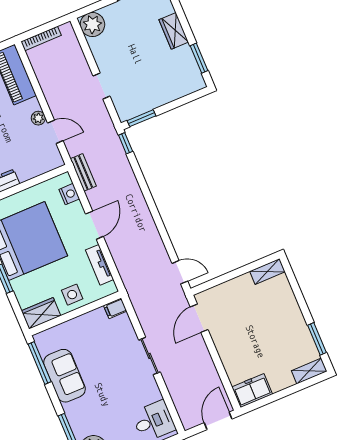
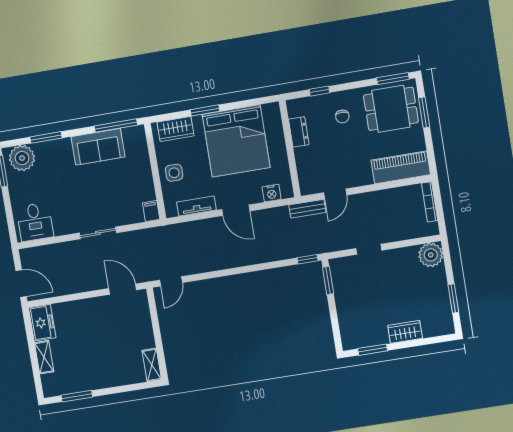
plant: (38, 118) -> (353, 181), removed
bench: (83, 172) -> (307, 209), moved
wardrobe: (41, 313) -> (175, 129), moved, turned 90
shelving: (309, 371) -> (44, 357), moved

